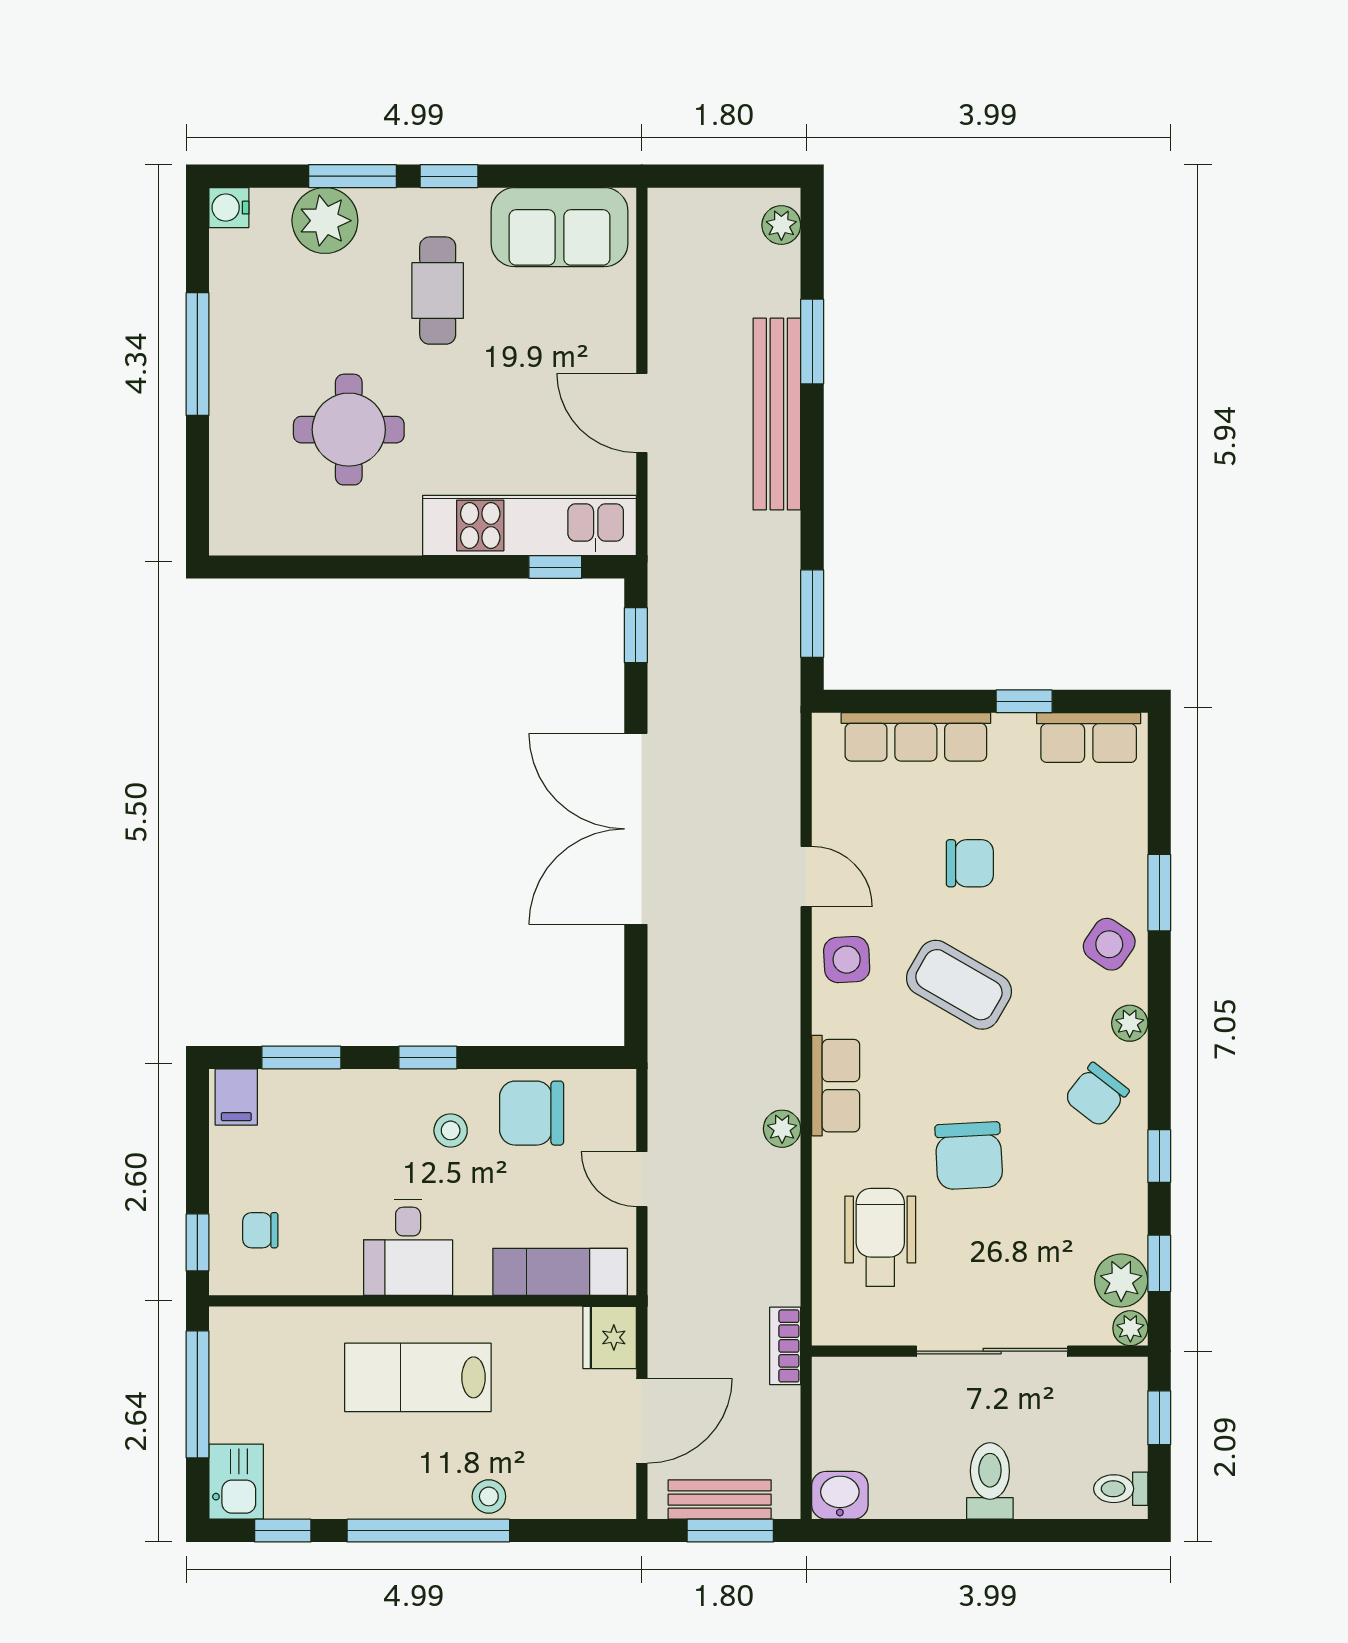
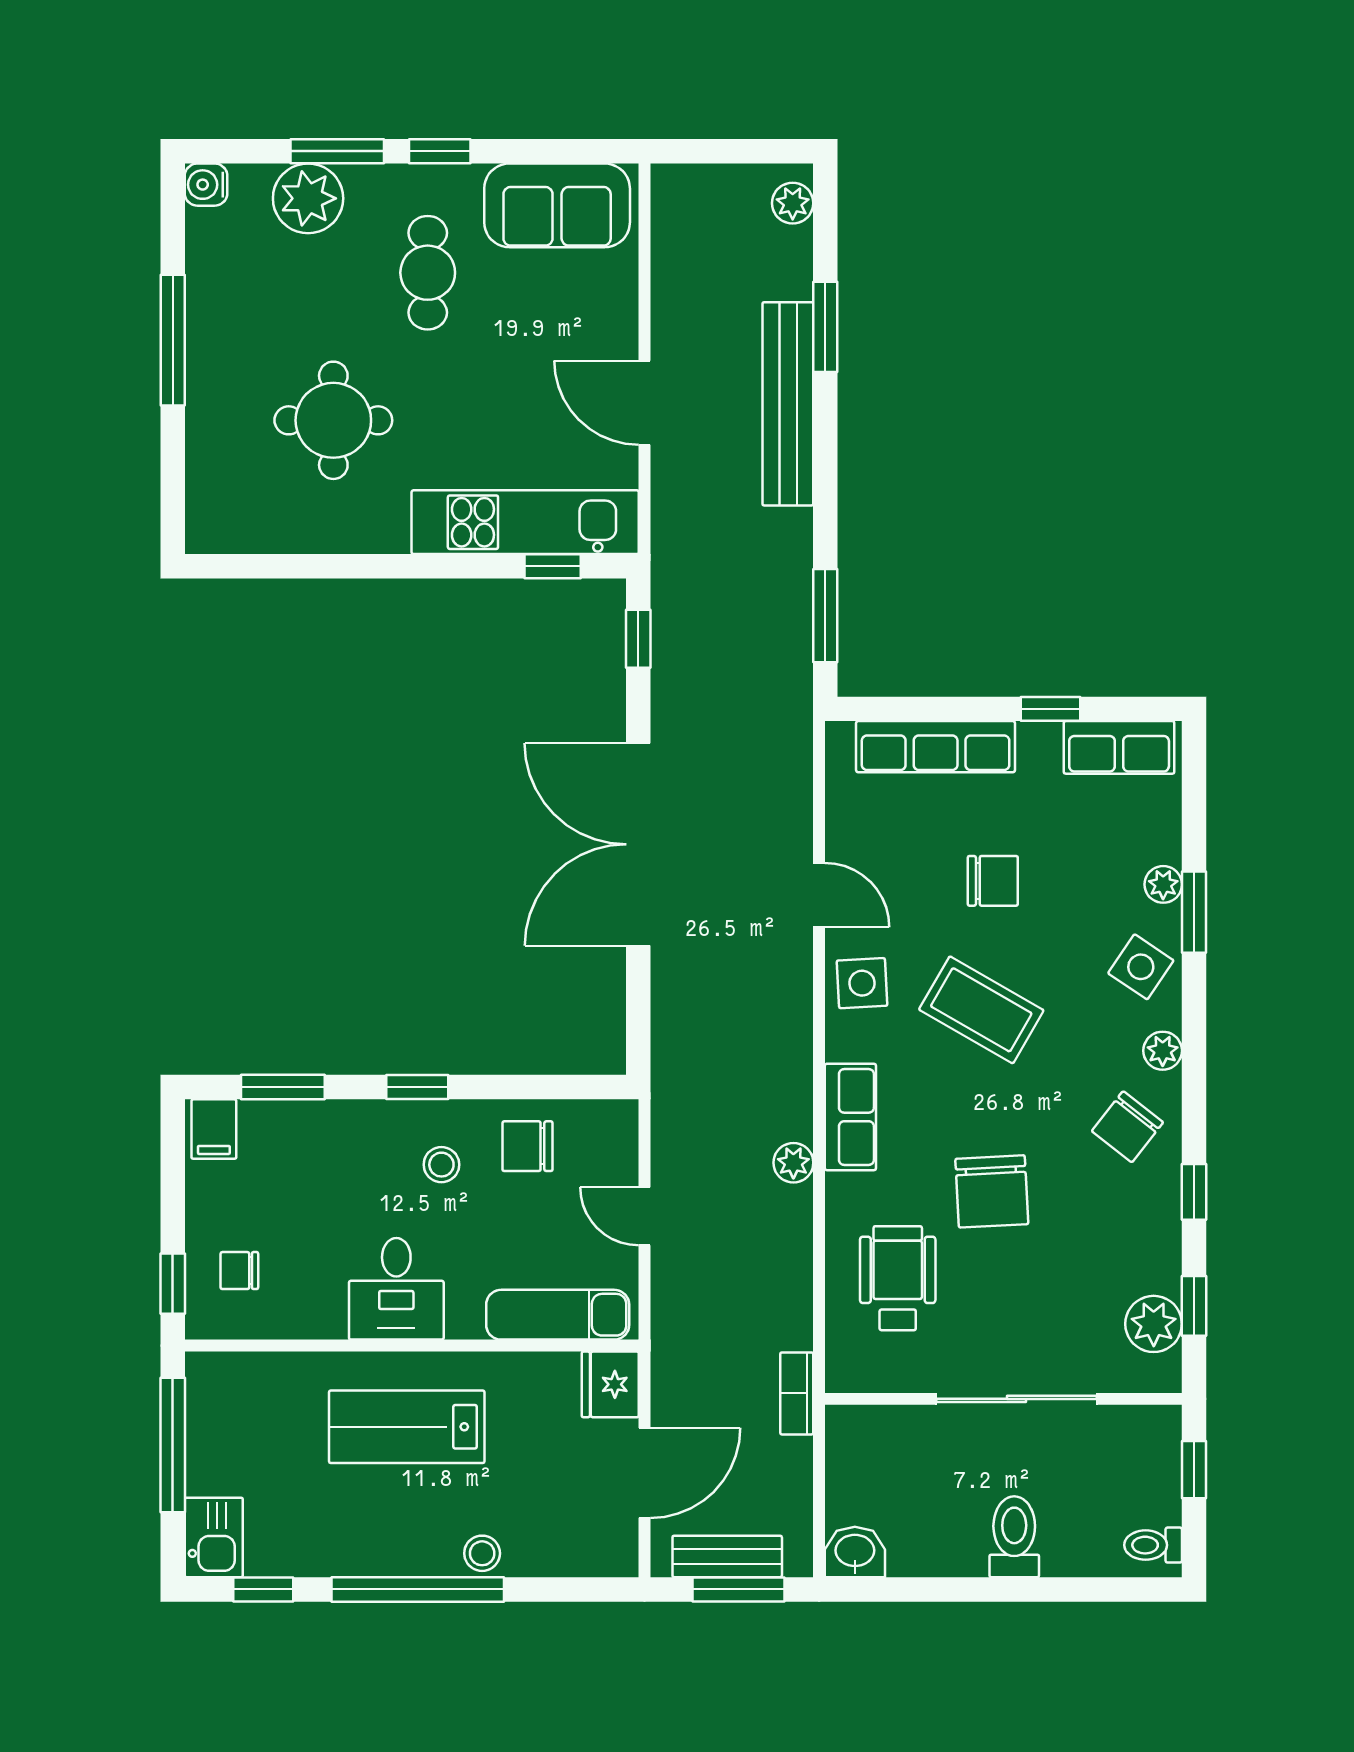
chair: (532, 1113) -> (527, 1146), width x0.73, depth x0.73
plant: (1130, 1328) -> (1163, 884), moved

